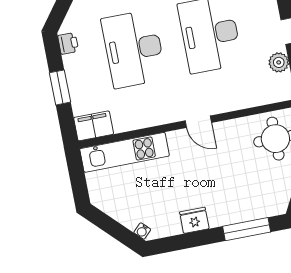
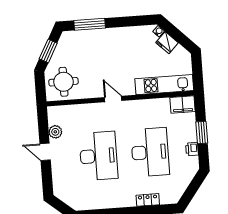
printer: (68, 43) -> (192, 149), moved
fridge: (194, 220) -> (167, 43), moved, turned 45

